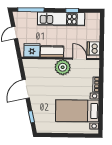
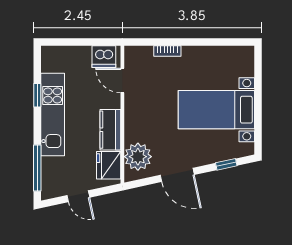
door: (80, 59) -> (122, 80), hinge flipped
plant: (63, 67) -> (138, 157), moved
bed with nightstands: (77, 111) -> (216, 110), moved, turned 90

